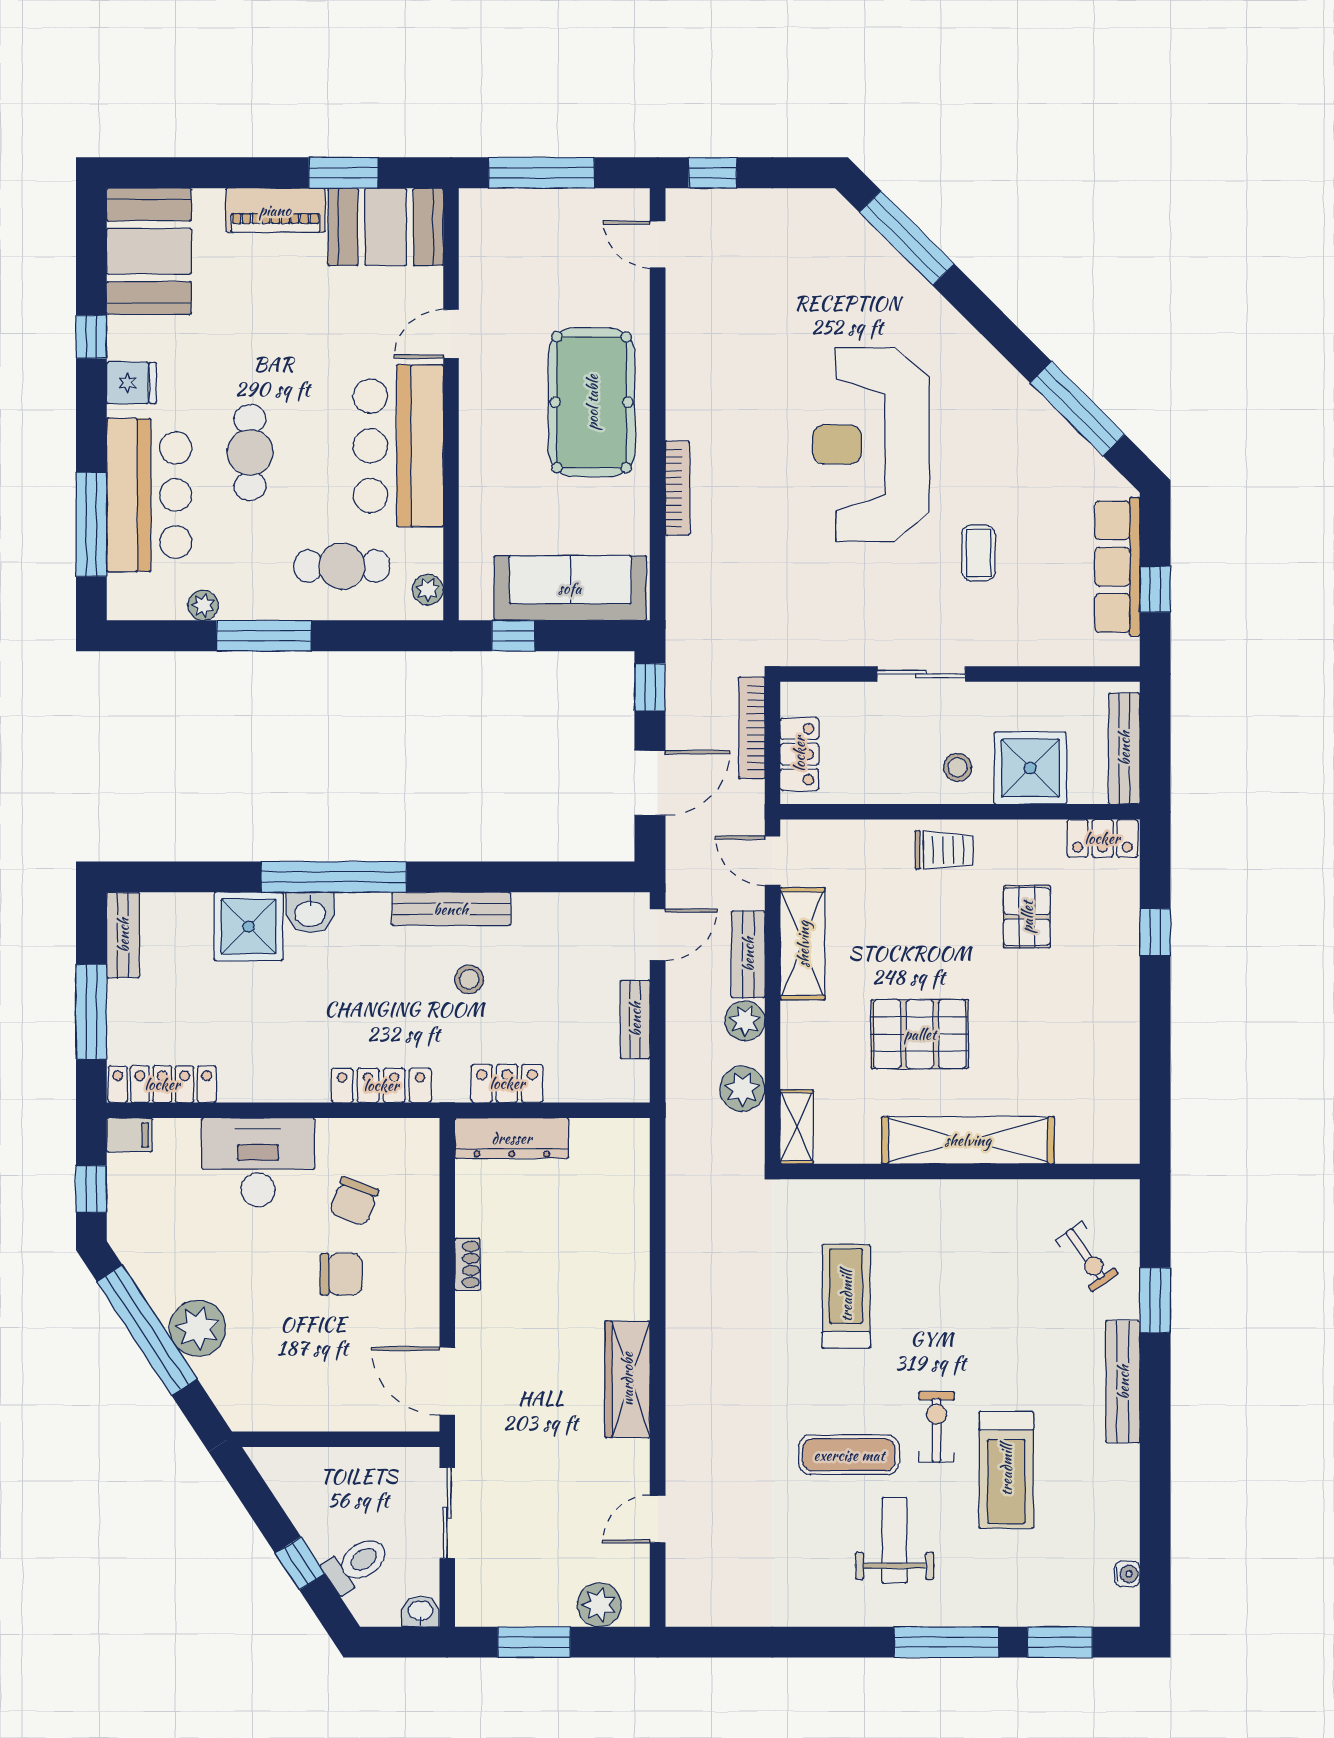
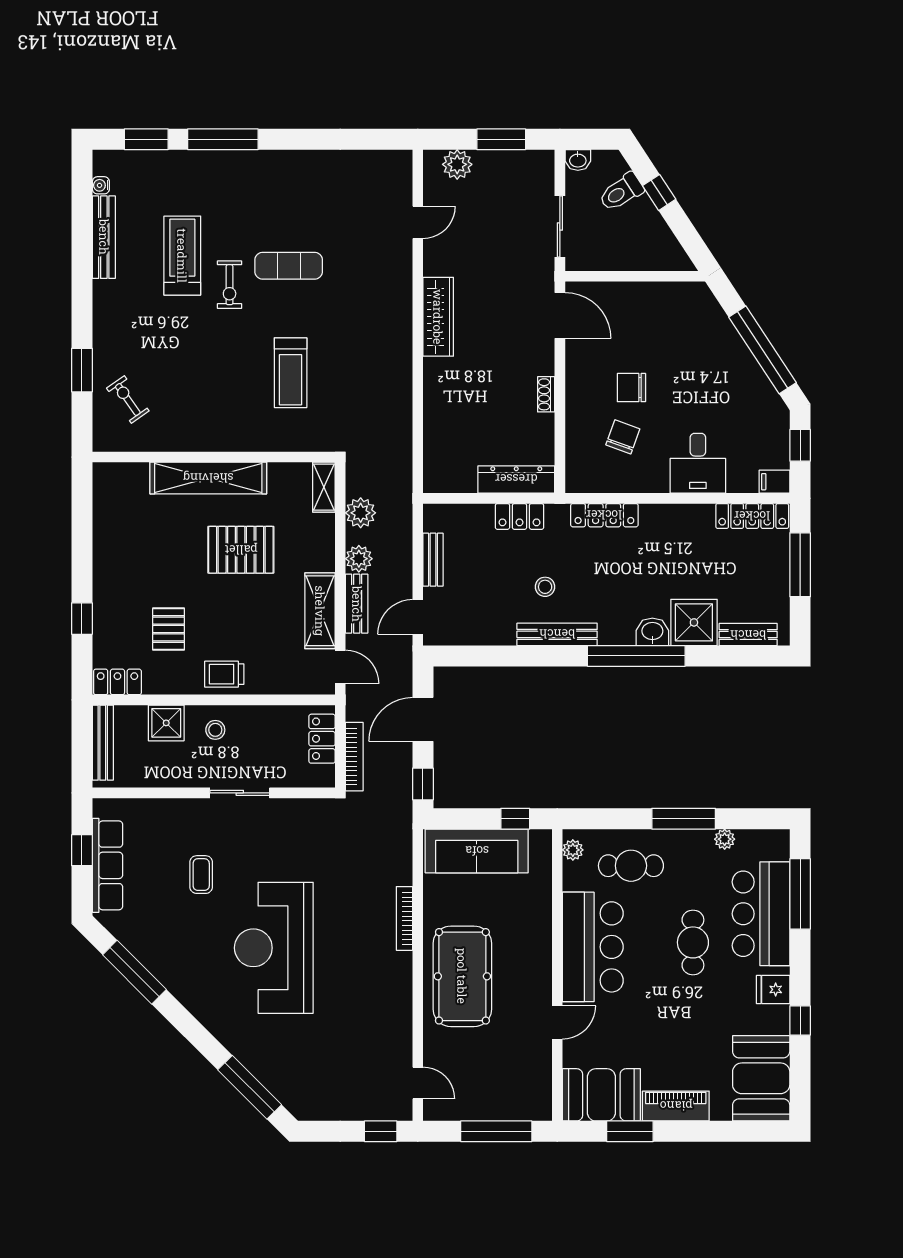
reception desk: (871, 445) -> (274, 948), turned 180
shower: (1030, 768) -> (166, 723), width x0.73, depth x0.73
bench: (123, 935) -> (748, 635), moved, turned 90
desk: (258, 1162) -> (698, 463), width x0.73
plant: (198, 1328) -> (728, 351), removed
bench: (1123, 1382) -> (104, 237), moved
weight bench: (895, 1540) -> (258, 208), removed

